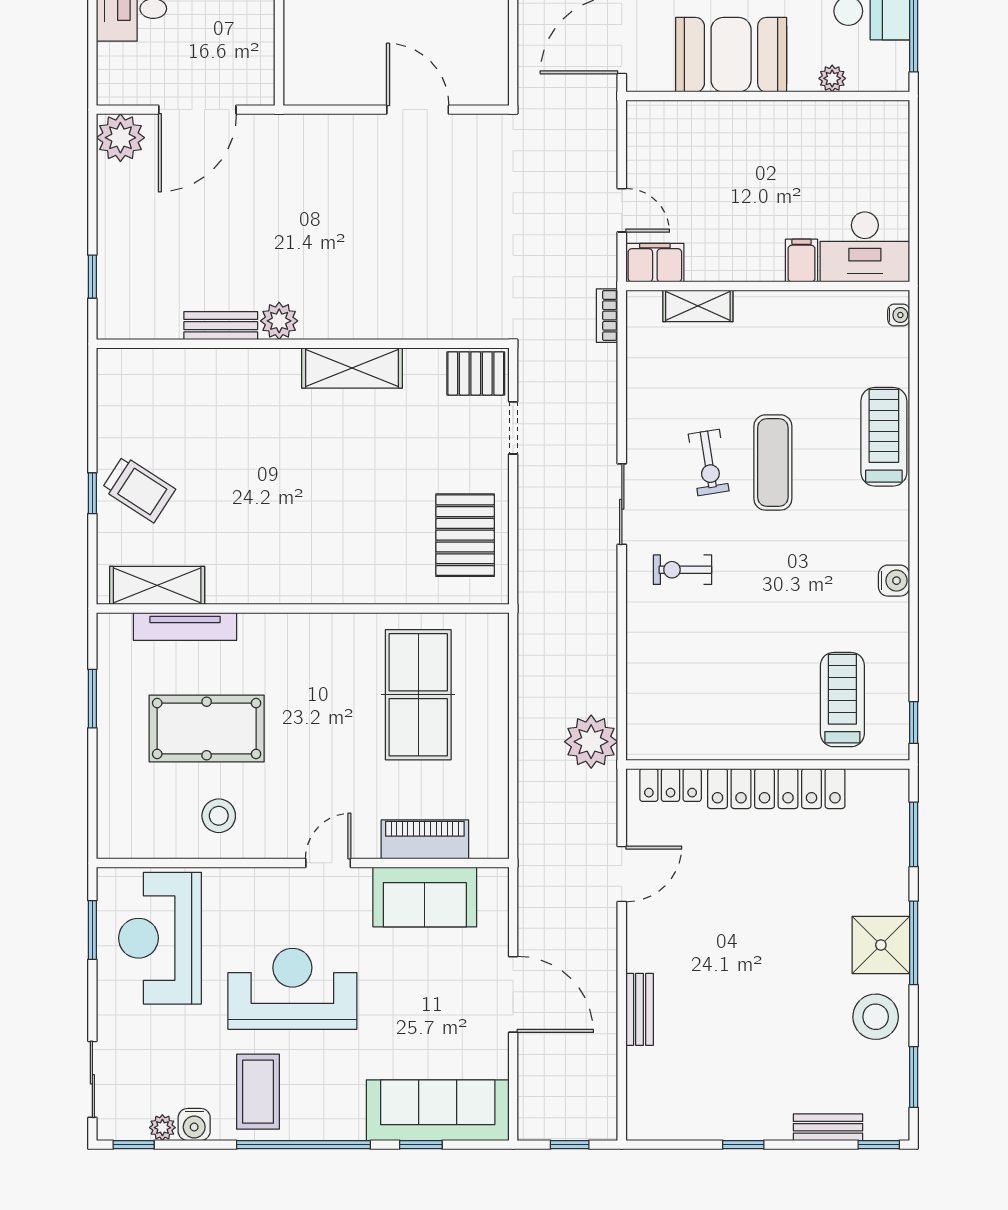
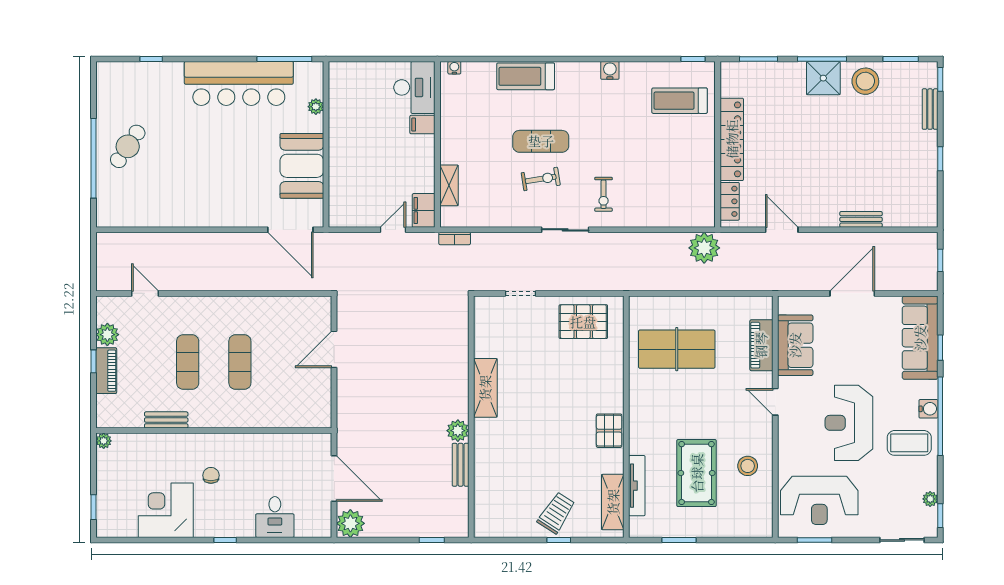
pallet: (476, 373) -> (609, 431), moved
water cooler: (194, 1124) -> (928, 409), moved

